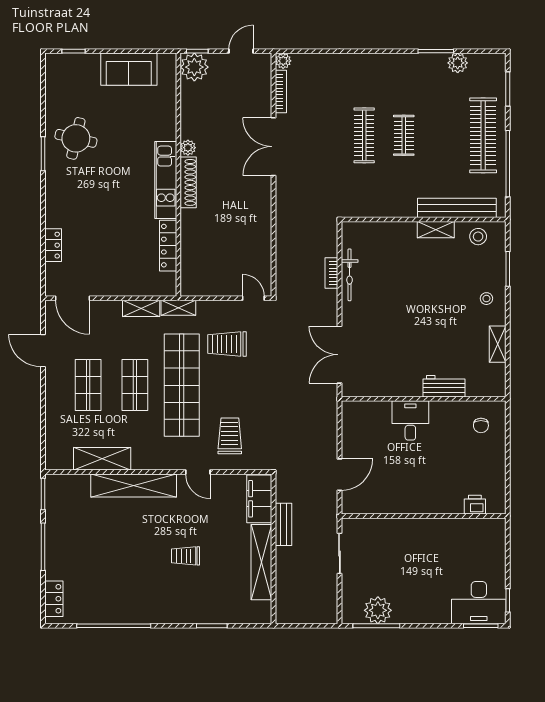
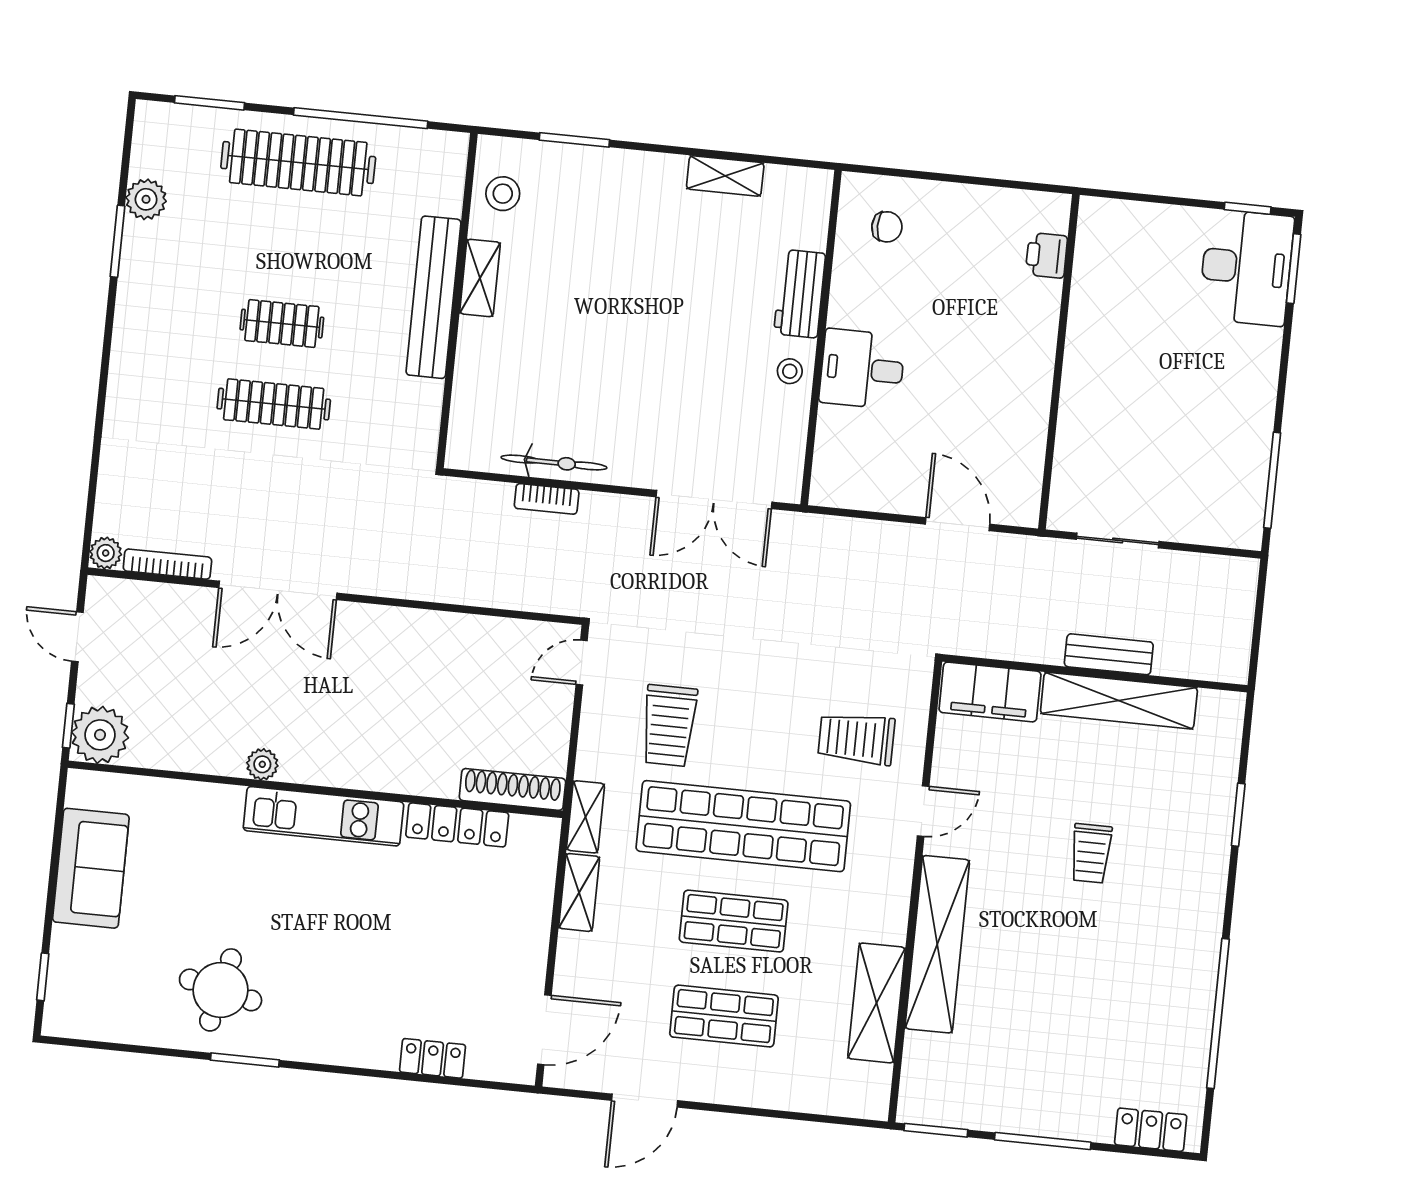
shoe rack: (188, 182) -> (512, 789), moved
bench: (457, 208) -> (433, 297), moved
stool: (486, 299) -> (790, 371), moved
bench: (283, 524) -> (1109, 654), moved
plant: (378, 610) -> (1241, 474), removed

